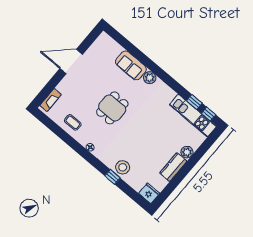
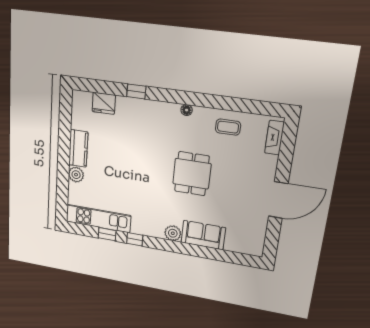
window: (208, 114) -> (135, 239), moved
stool: (123, 167) -> (132, 111), removed
fridge: (149, 193) -> (104, 103), moved

